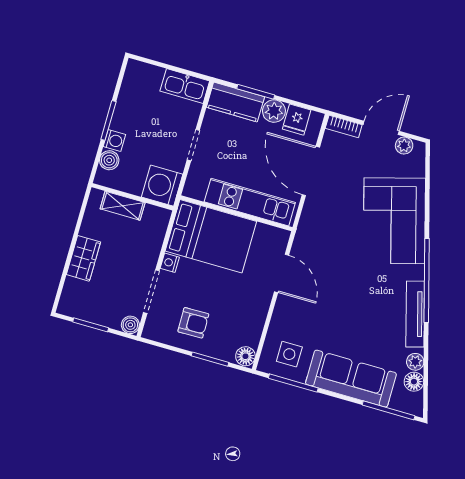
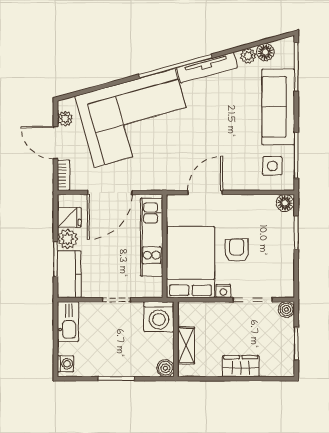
washing machine: (114, 140) -> (66, 364), moved, turned 90
boiler: (109, 160) -> (165, 368), moved
corner sofa: (394, 221) -> (135, 118), width x1.36, depth x1.36
armchair: (193, 323) -> (237, 250), moved

